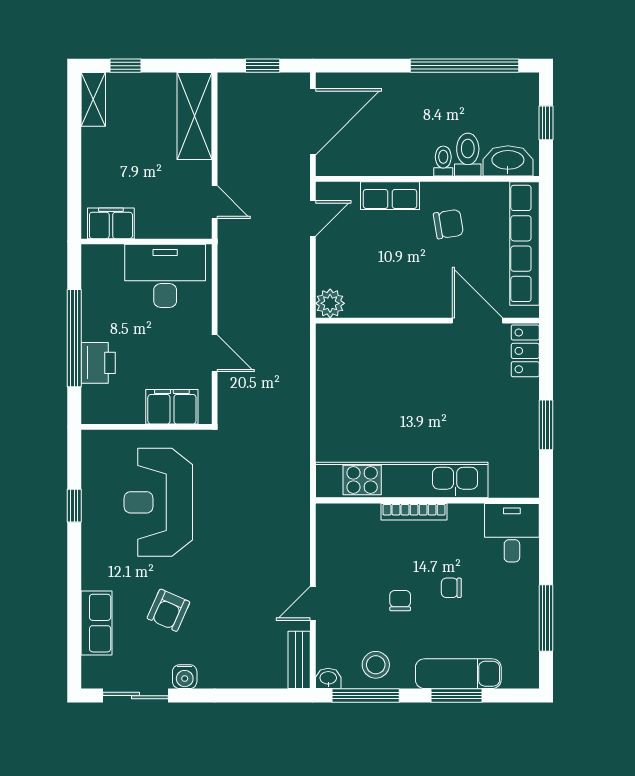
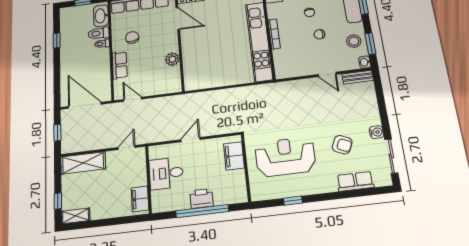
window: (464, 66) -> (57, 40), width x0.32
desk: (165, 276) -> (166, 173), width x0.73
plant: (330, 303) -> (172, 59), moved
door: (477, 321) -> (178, 19), swing flipped
door: (215, 353) -> (190, 140), moved
printer: (98, 363) -> (202, 198), moved
reception desk: (158, 502) -> (285, 157), turned 180
window: (366, 696) -> (370, 44), width x0.69

